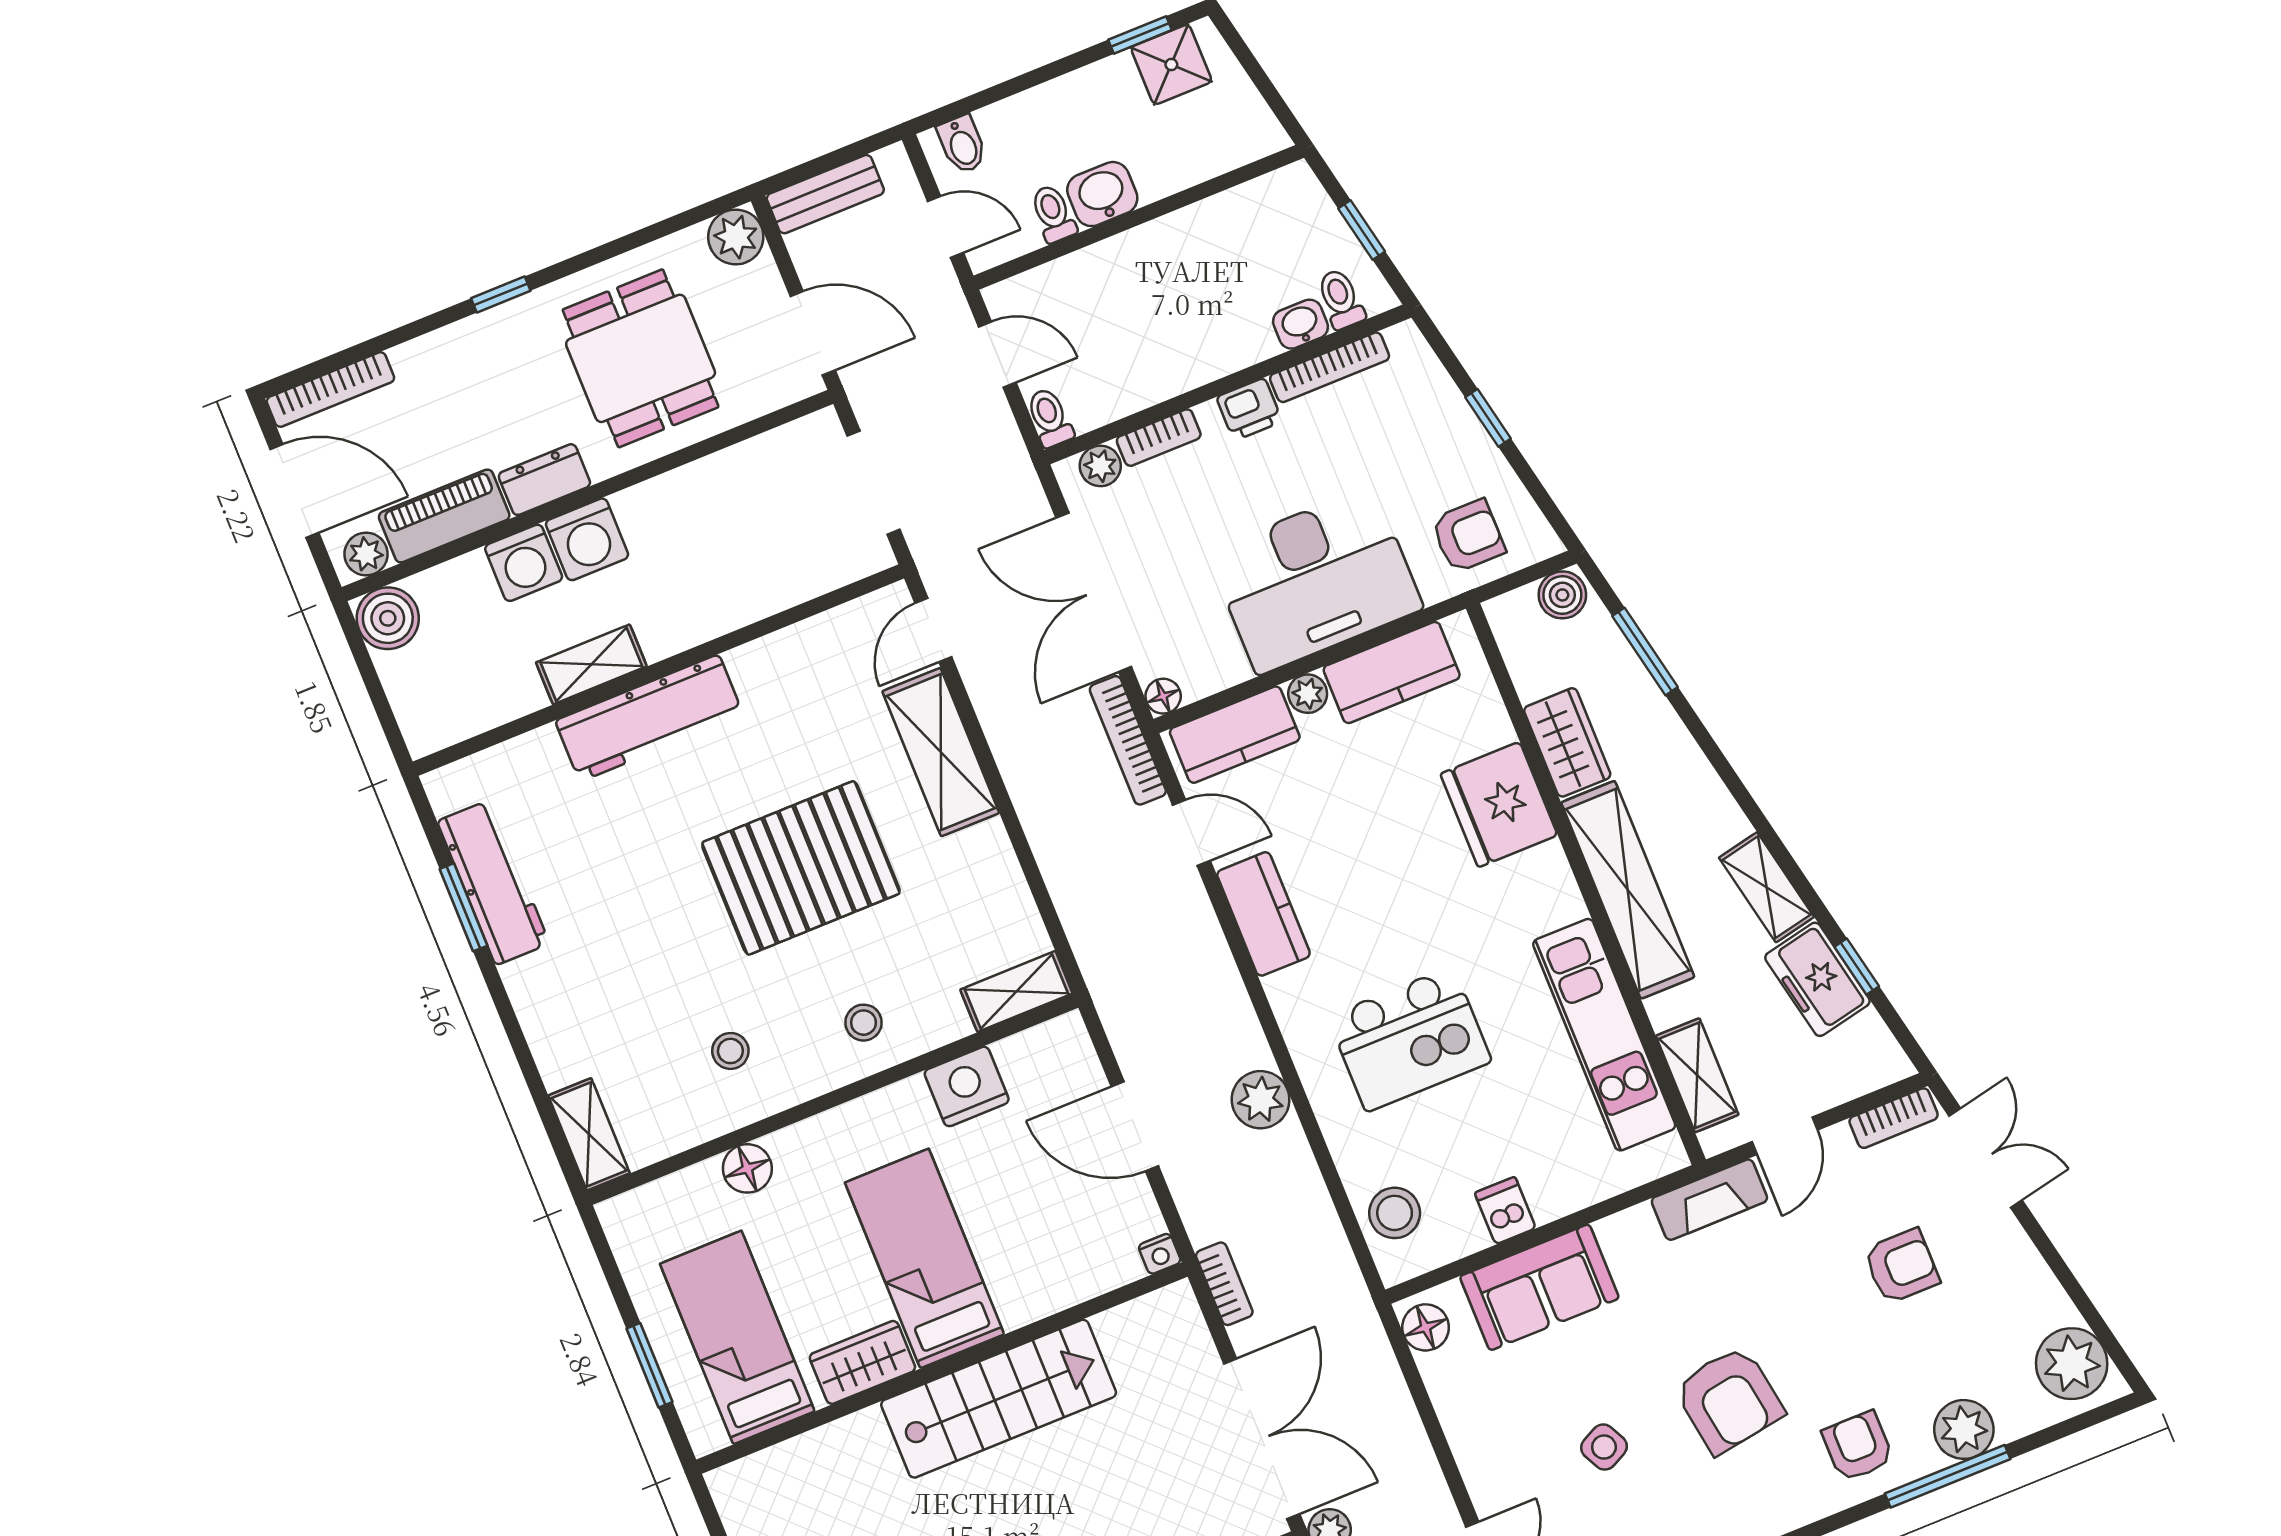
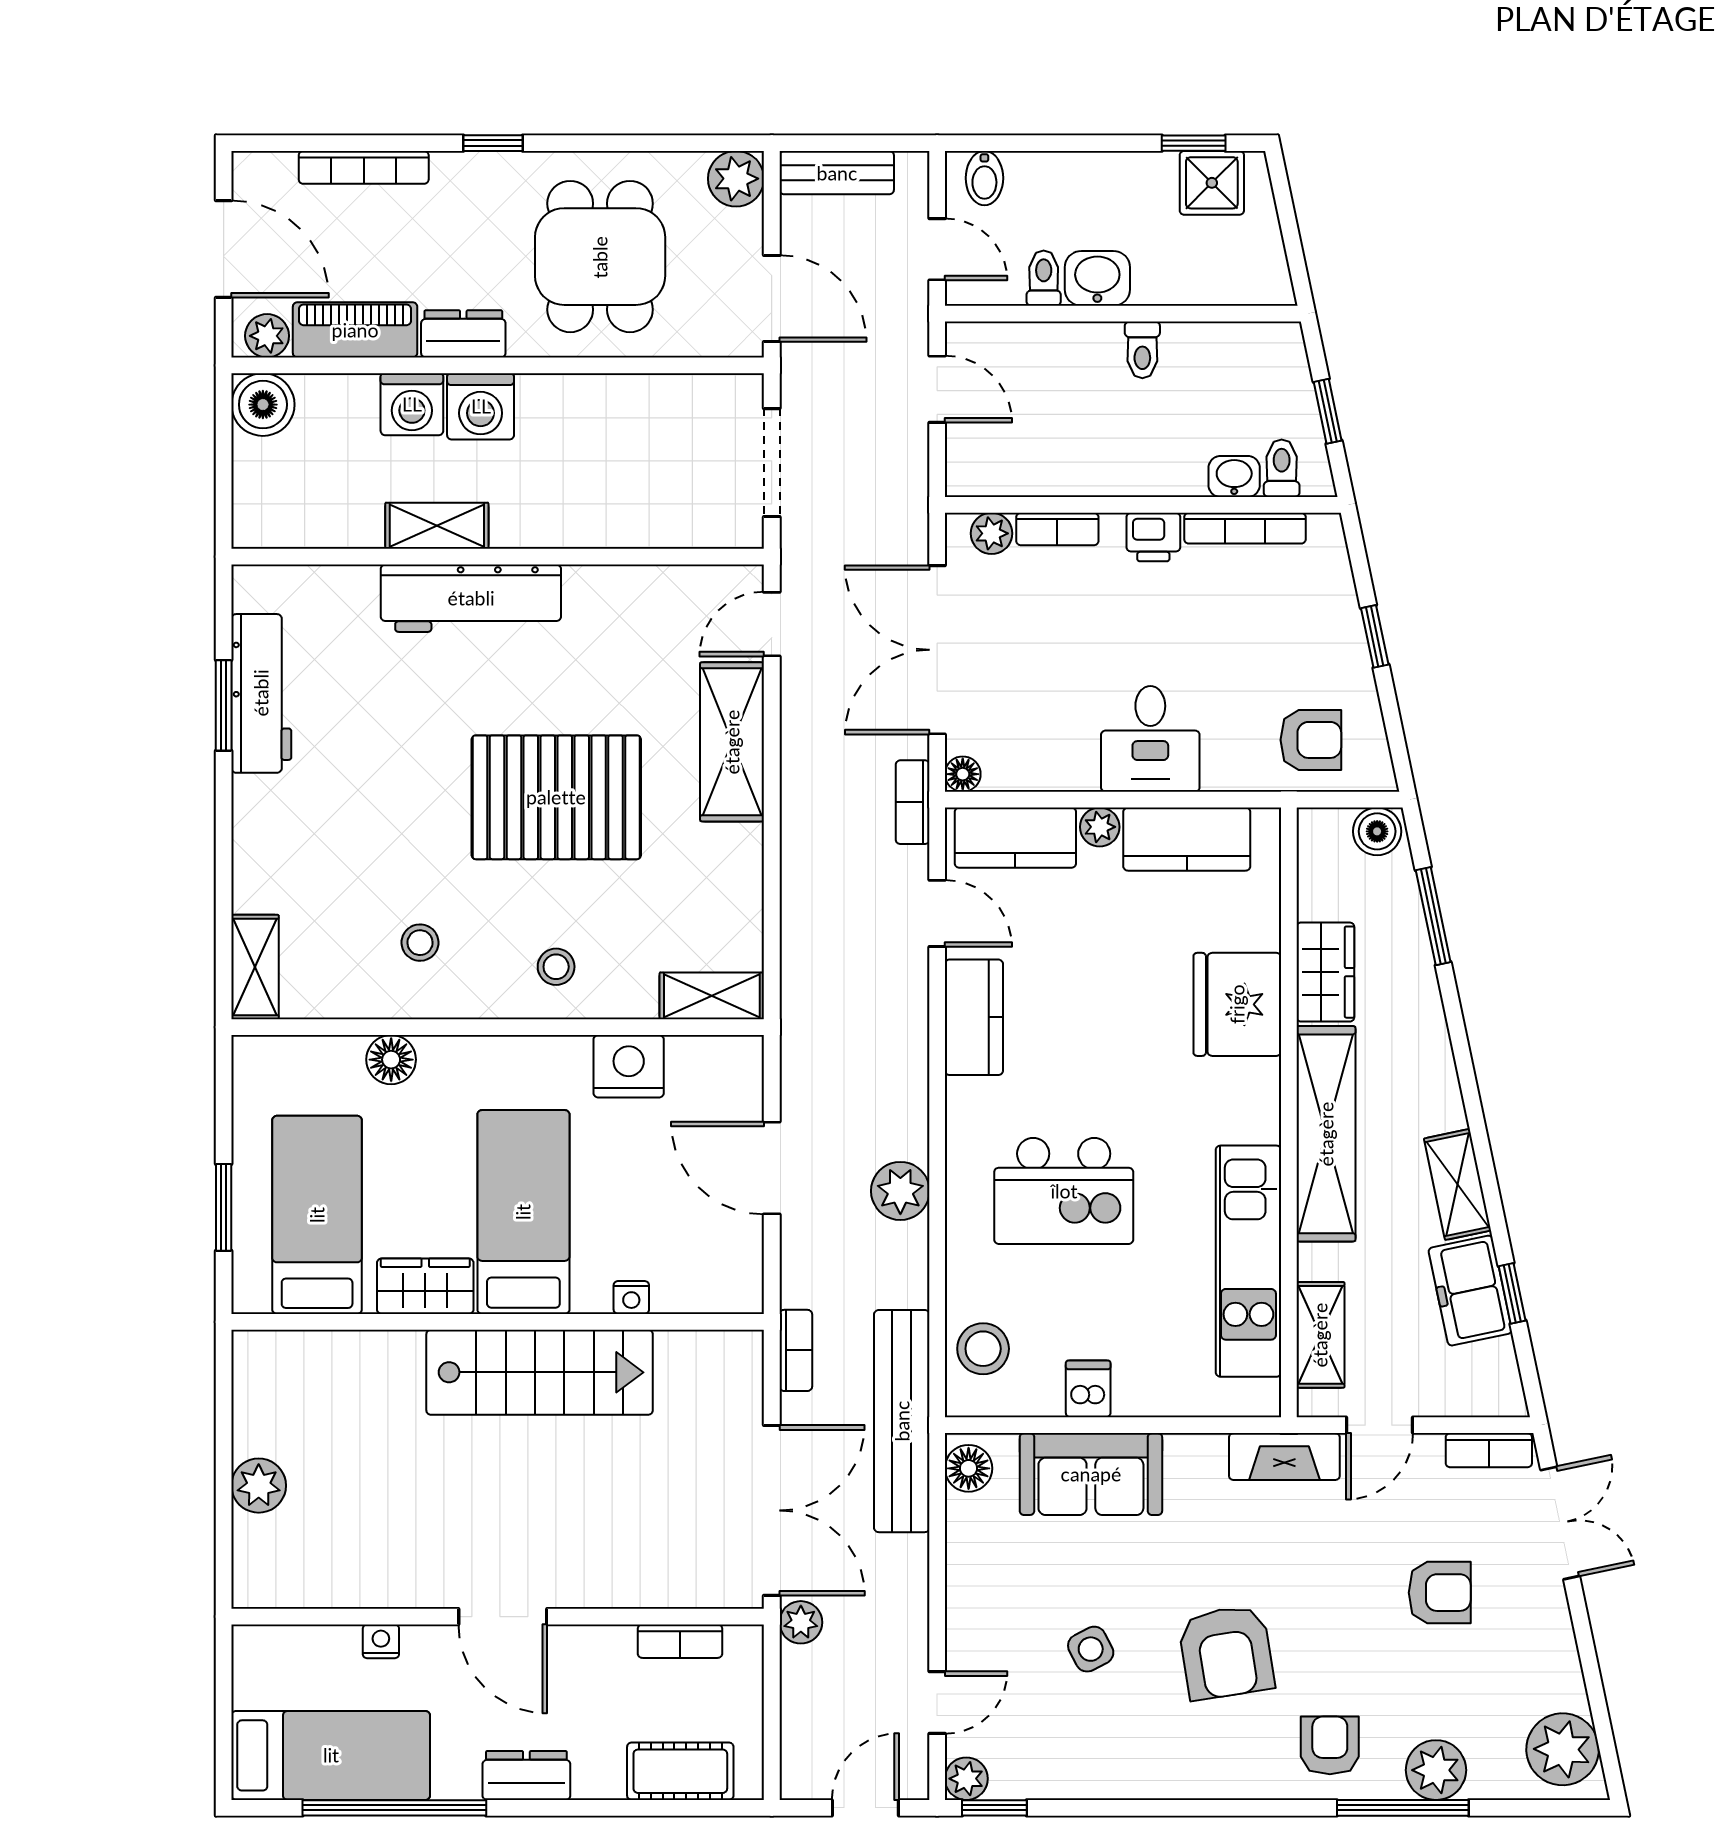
bookcase: (330, 390) -> (364, 167), moved
toilet: (1050, 418) -> (1142, 350), moved, turned 180
desk: (1315, 580) -> (1150, 739), width x0.53, depth x0.77
bookcase: (1128, 740) -> (913, 802), width x0.64
nightstand: (1160, 1254) -> (631, 1297), moved
bench: (1347, 1309) -> (902, 1421), added

